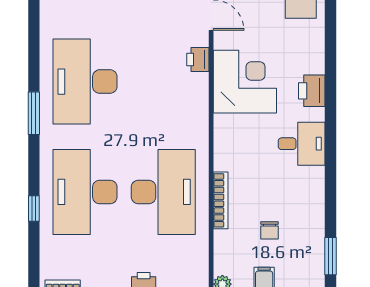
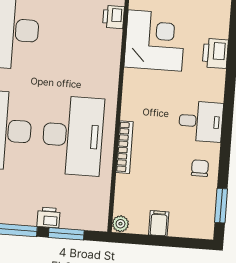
desk: (302, 144) -> (201, 121), moved
chair: (269, 230) -> (200, 168), moved, turned 180

